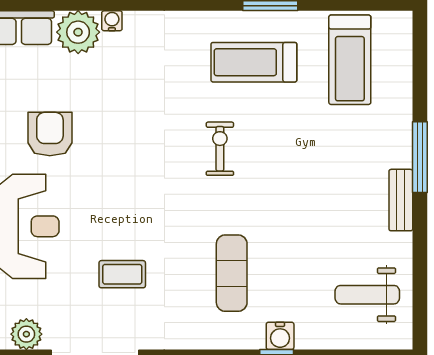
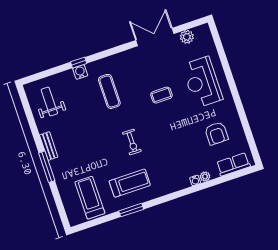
plant: (78, 32) -> (205, 176), width x0.53, depth x0.53
armchair: (50, 134) -> (216, 133), moved
coffee table: (122, 274) -> (161, 95), moved
weight bench: (367, 295) -> (49, 102), turned -90

